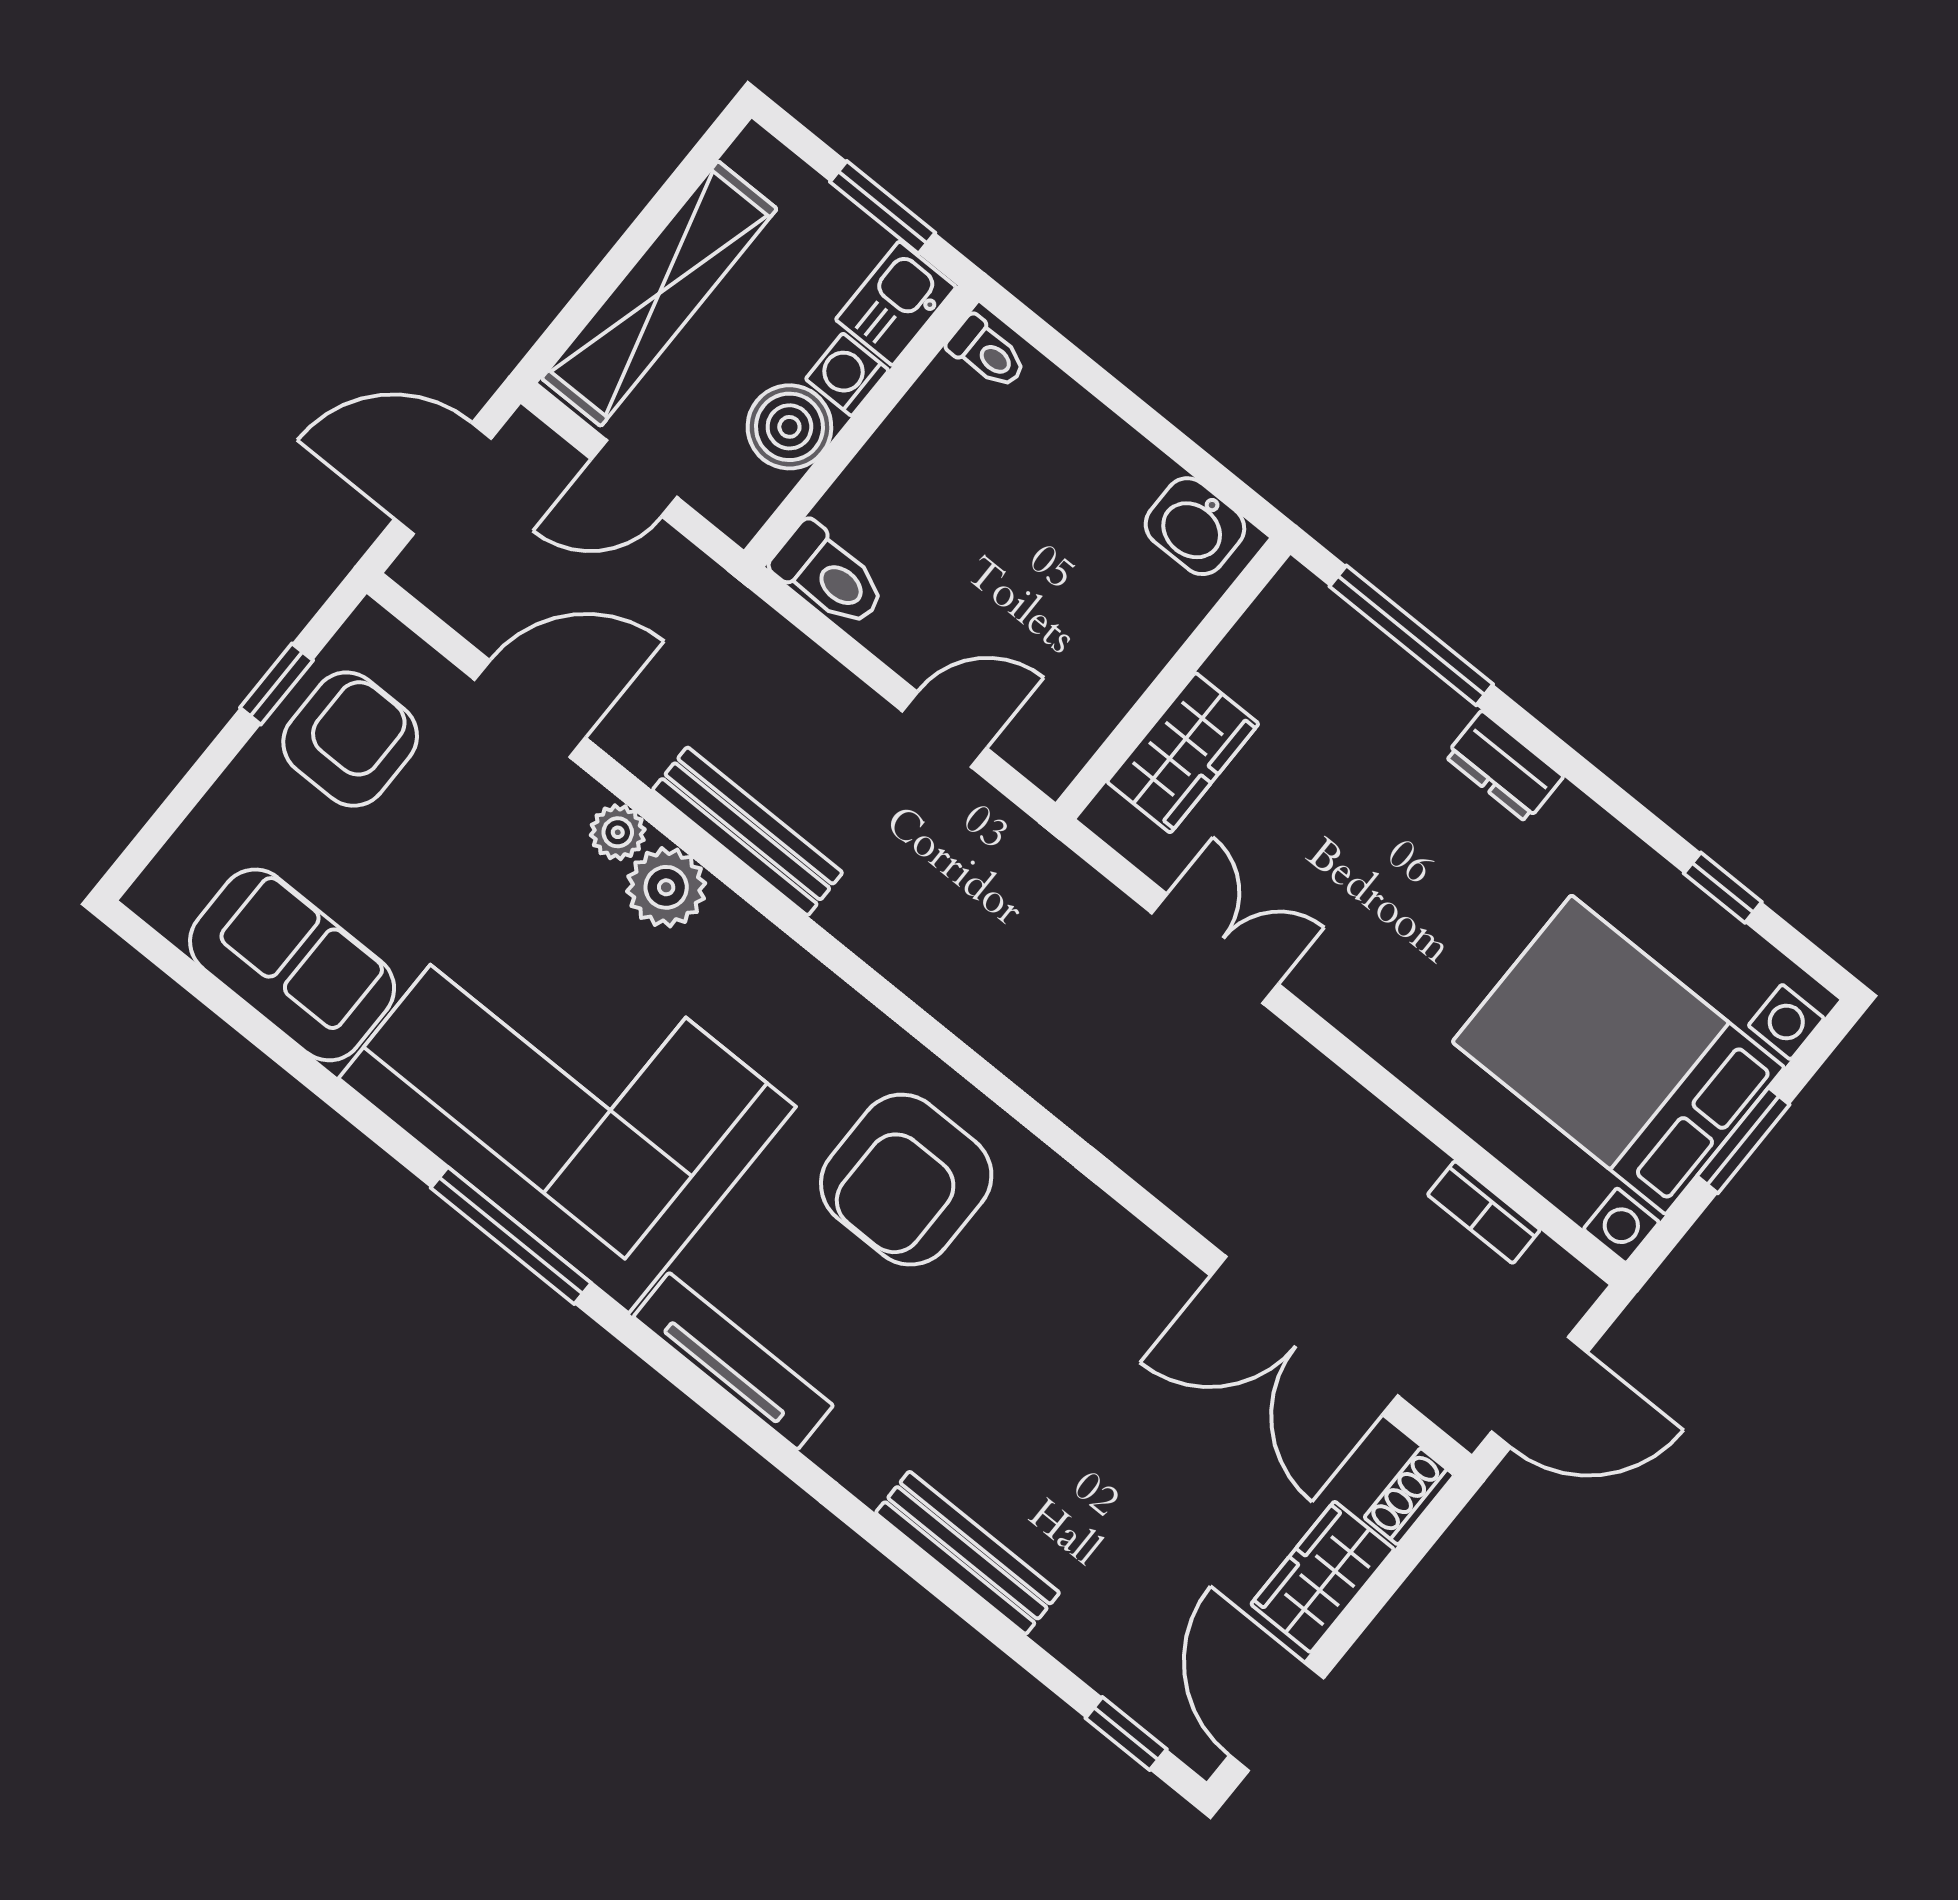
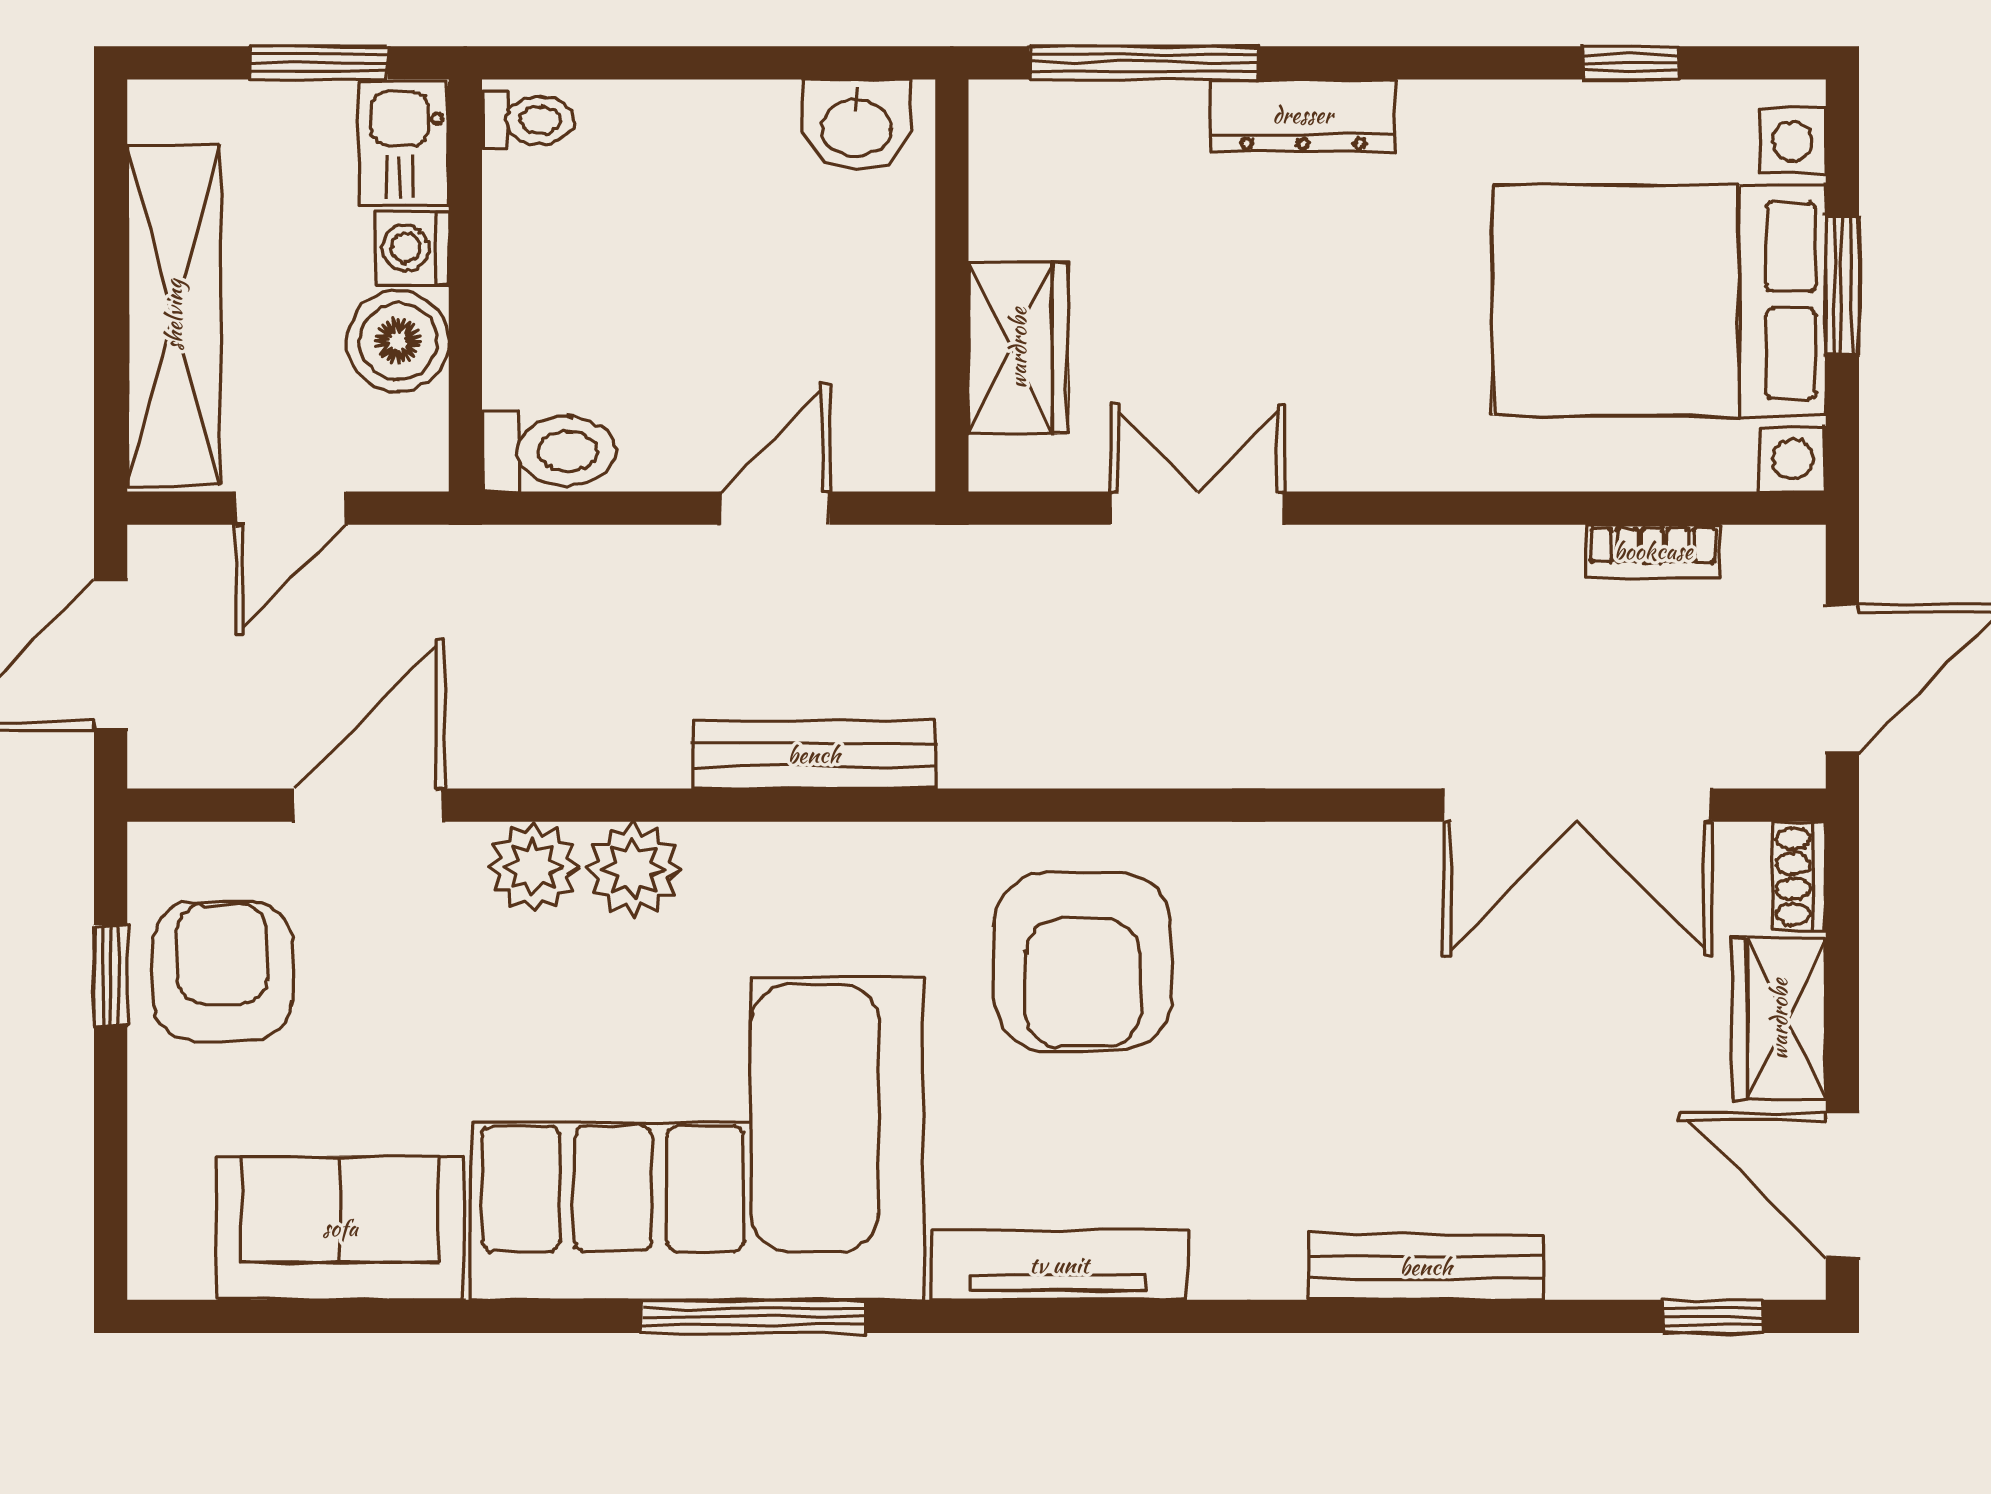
dresser: (1504, 766) -> (1303, 115), width x1.44
bench: (747, 831) -> (814, 755), moved
plant: (618, 832) -> (533, 867), width x1.38, depth x1.38

